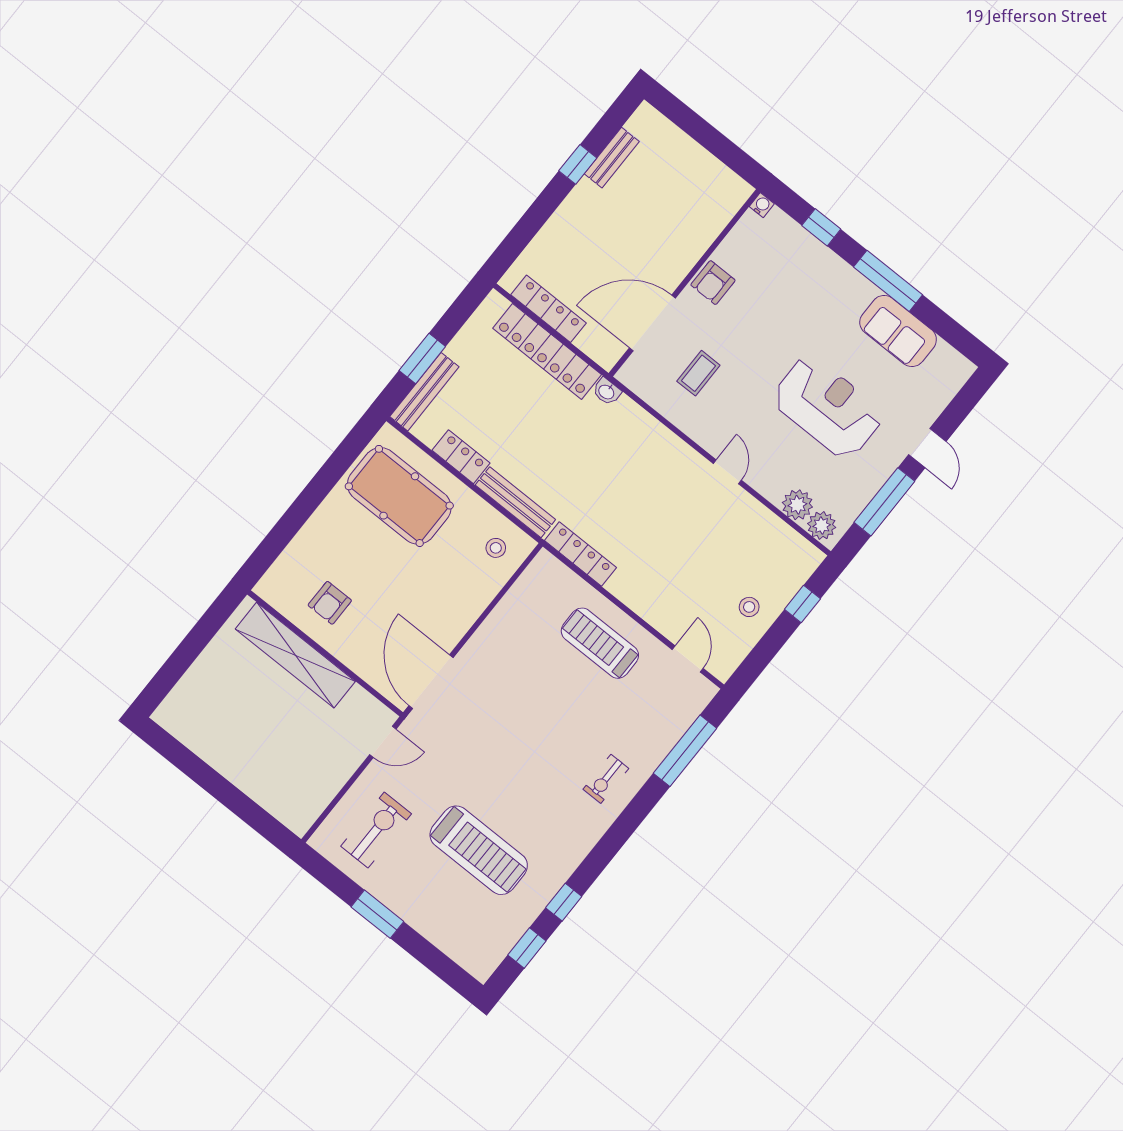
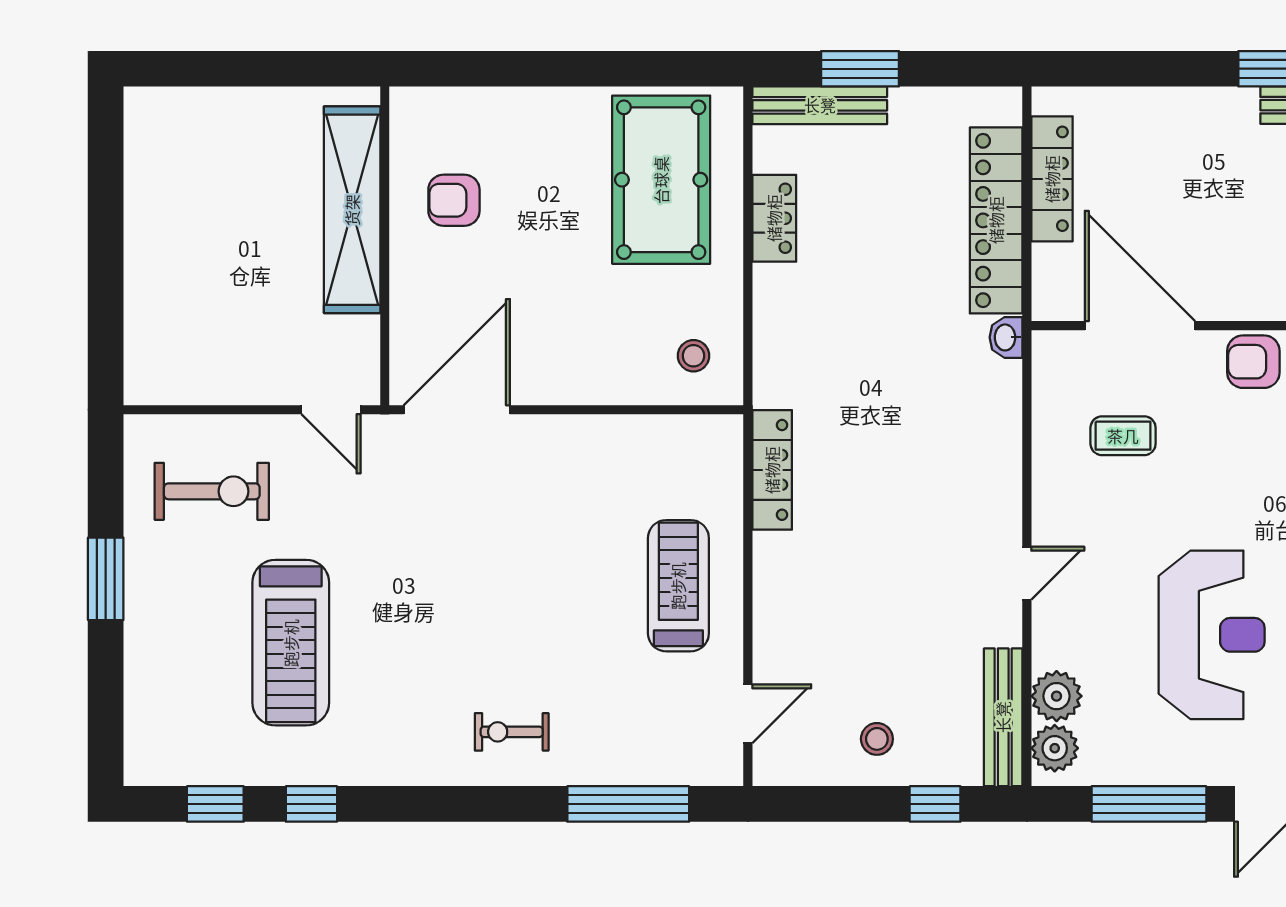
bench: (515, 502) -> (1003, 717), moved

